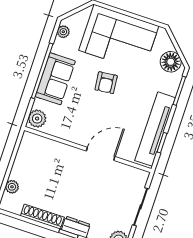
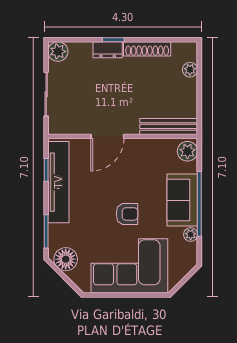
plant: (63, 32) -> (191, 235), moved
armchair: (106, 83) -> (127, 214), turned 96
bench: (46, 145) -> (169, 126), added

